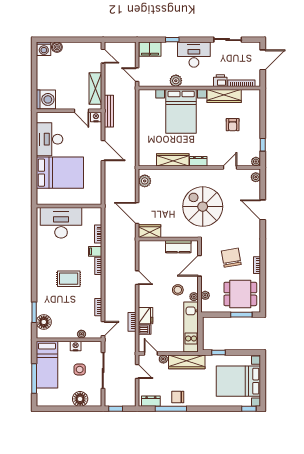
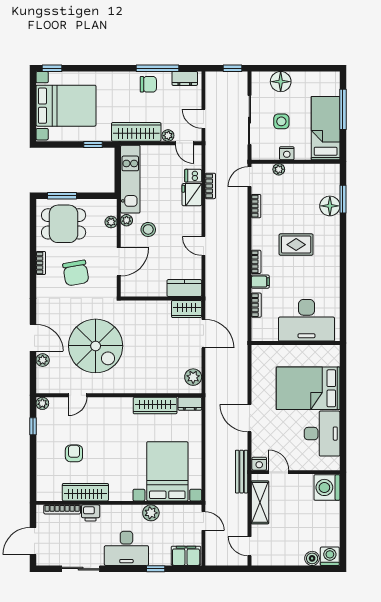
bed with nightstands: (181, 111) -> (167, 471), moved
dresser: (198, 161) -> (190, 404), moved
plant: (256, 177) -> (43, 360), moved
spiral stairs: (203, 207) -> (96, 346), moved
kitchen counter: (178, 247) -> (184, 288), moved
floor lamp: (44, 322) -> (330, 206), moved

